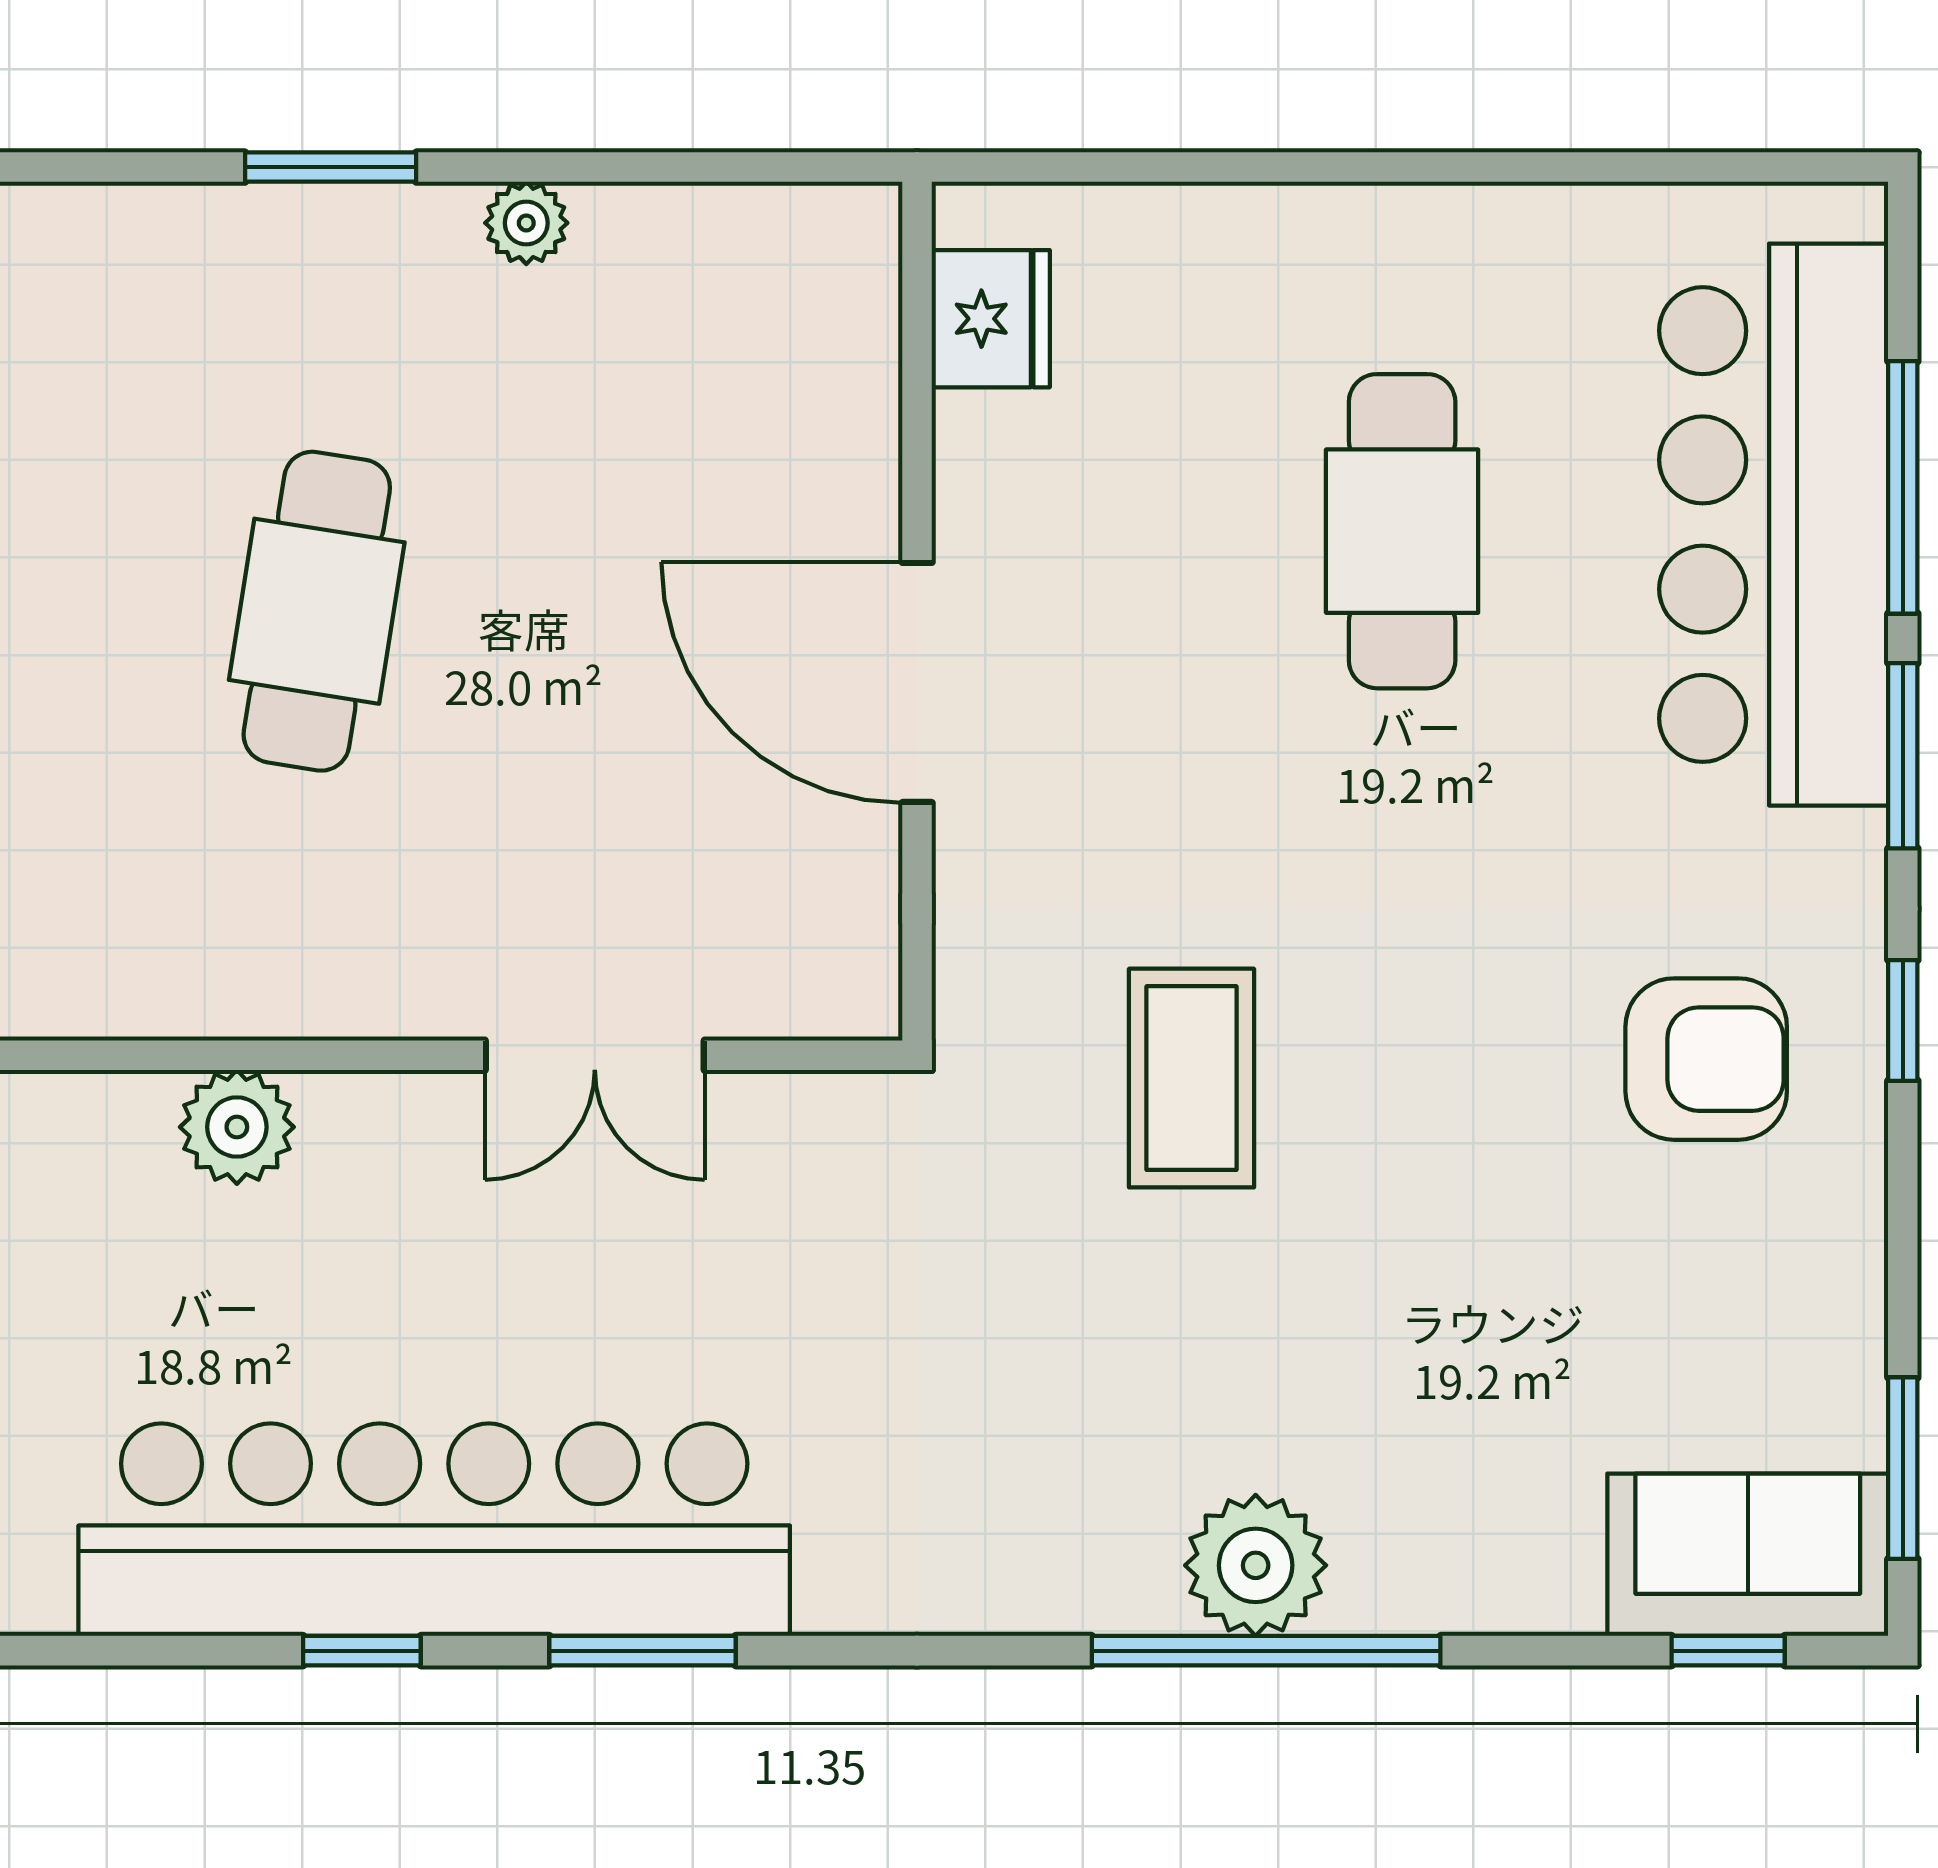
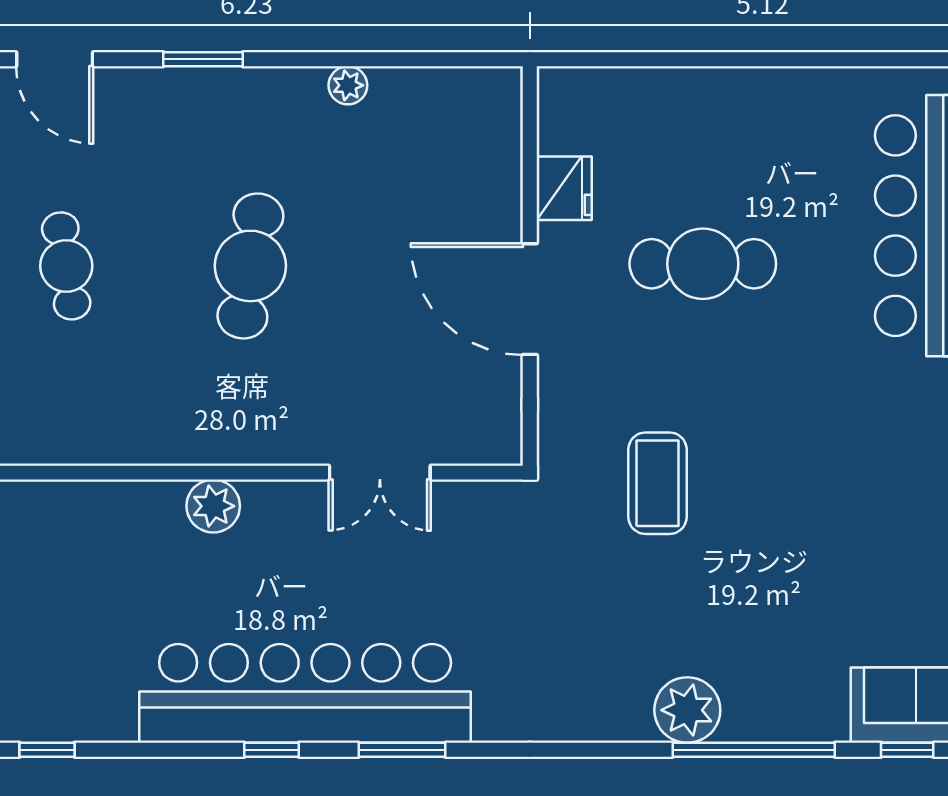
window: (331, 167) -> (203, 59), moved
fridge: (991, 319) -> (564, 188), moved
cafe table: (1402, 531) -> (703, 264), moved, turned 90
armchair: (1706, 1059) -> (897, 474), removed
window: (1266, 1651) -> (754, 750), moved

